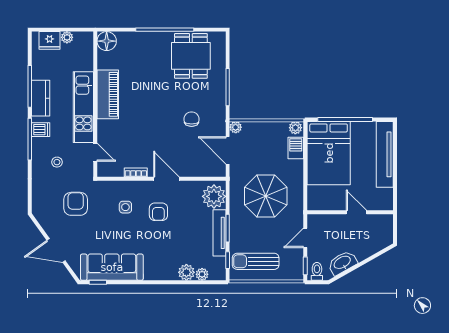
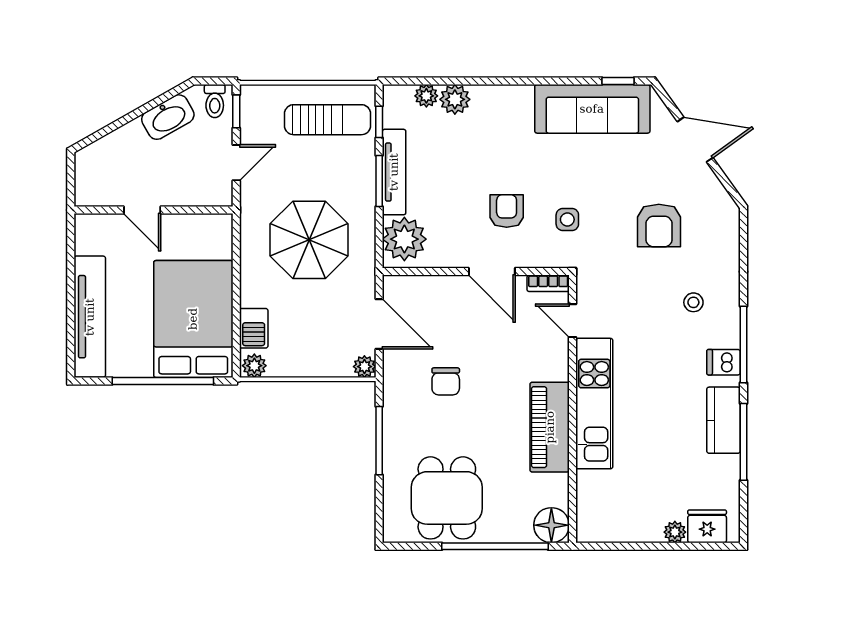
floor lamp: (107, 41) -> (551, 525), moved
piano: (108, 94) -> (550, 427), moved
wall: (95, 104) -> (573, 409), moved
kitchen unit: (83, 107) -> (594, 404), moved
door: (95, 152) -> (573, 321), moved

